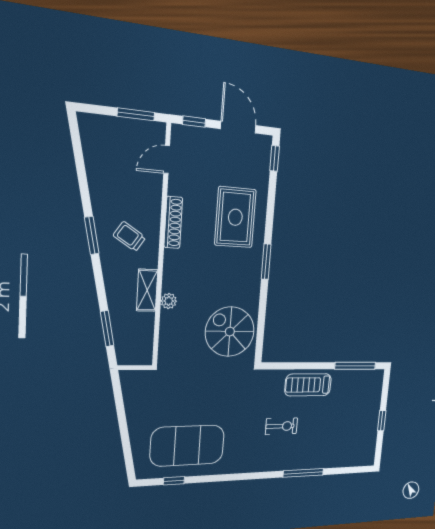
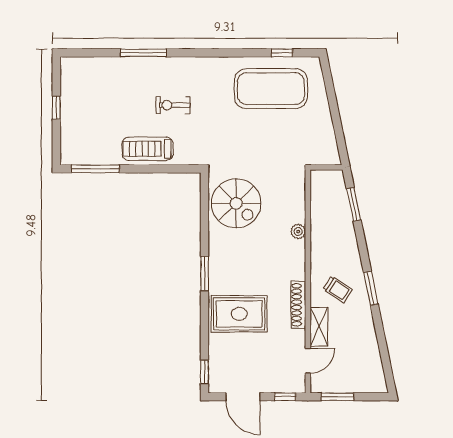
rug: (235, 217) -> (239, 314), turned 90
shelving: (147, 290) -> (319, 327), moved
treadmill: (308, 385) -> (148, 149), turned 180

